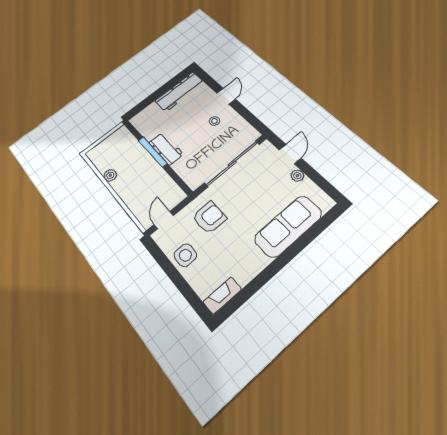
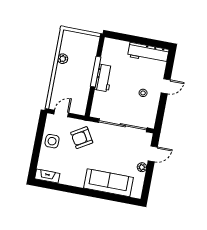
armchair: (209, 218) -> (82, 138), turned 149

